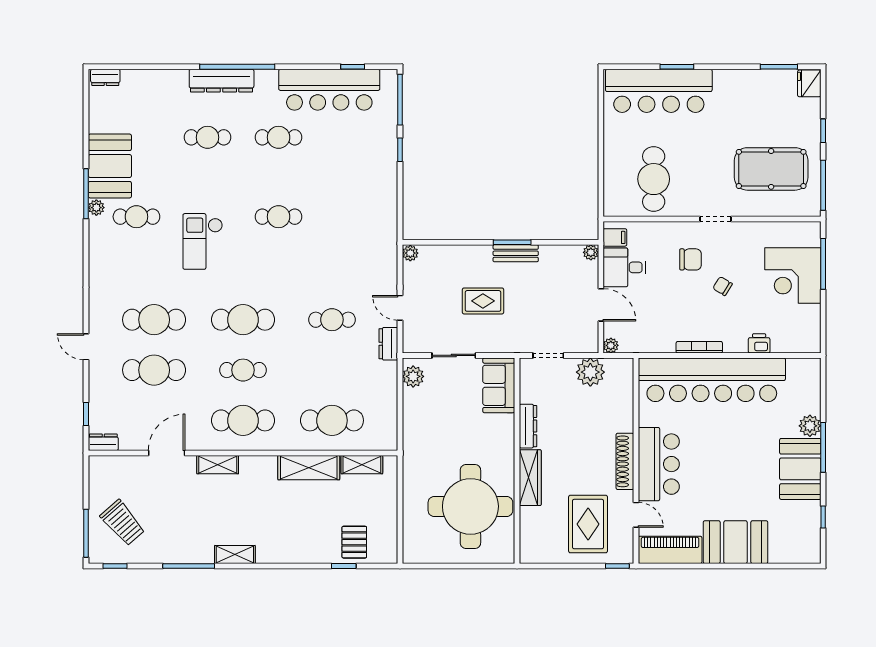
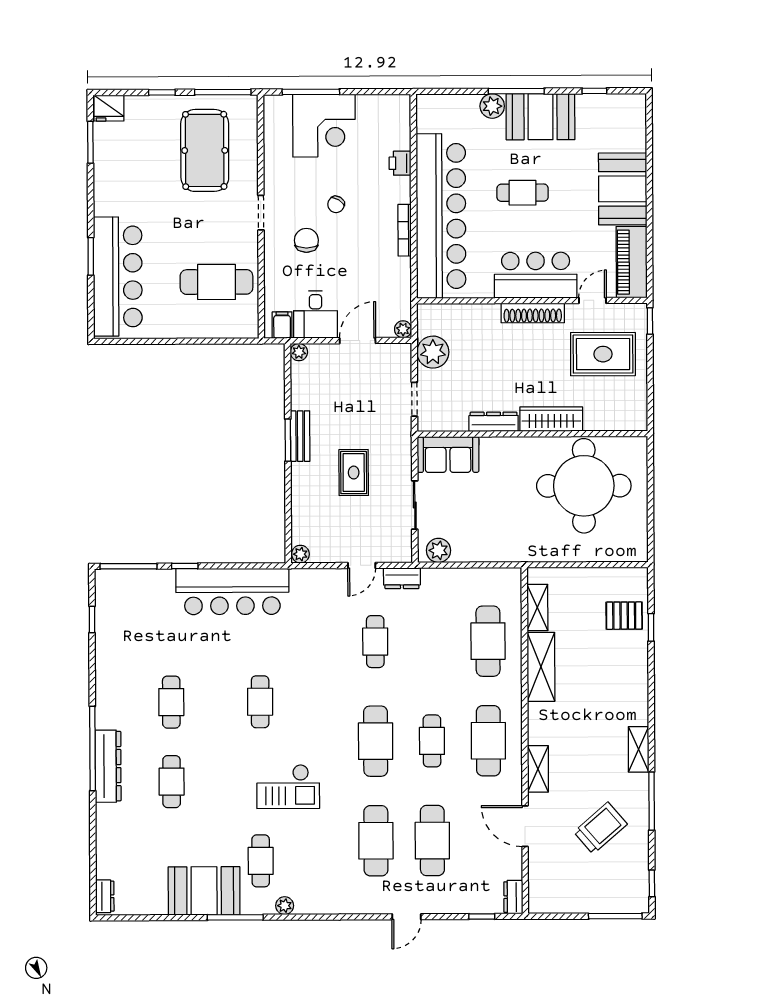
bar counter: (329, 90) -> (232, 592), moved, turned 90
plant: (96, 208) -> (285, 906), moved
cafe table: (732, 453) -> (523, 193), added
trolley: (123, 523) -> (600, 828), moved

